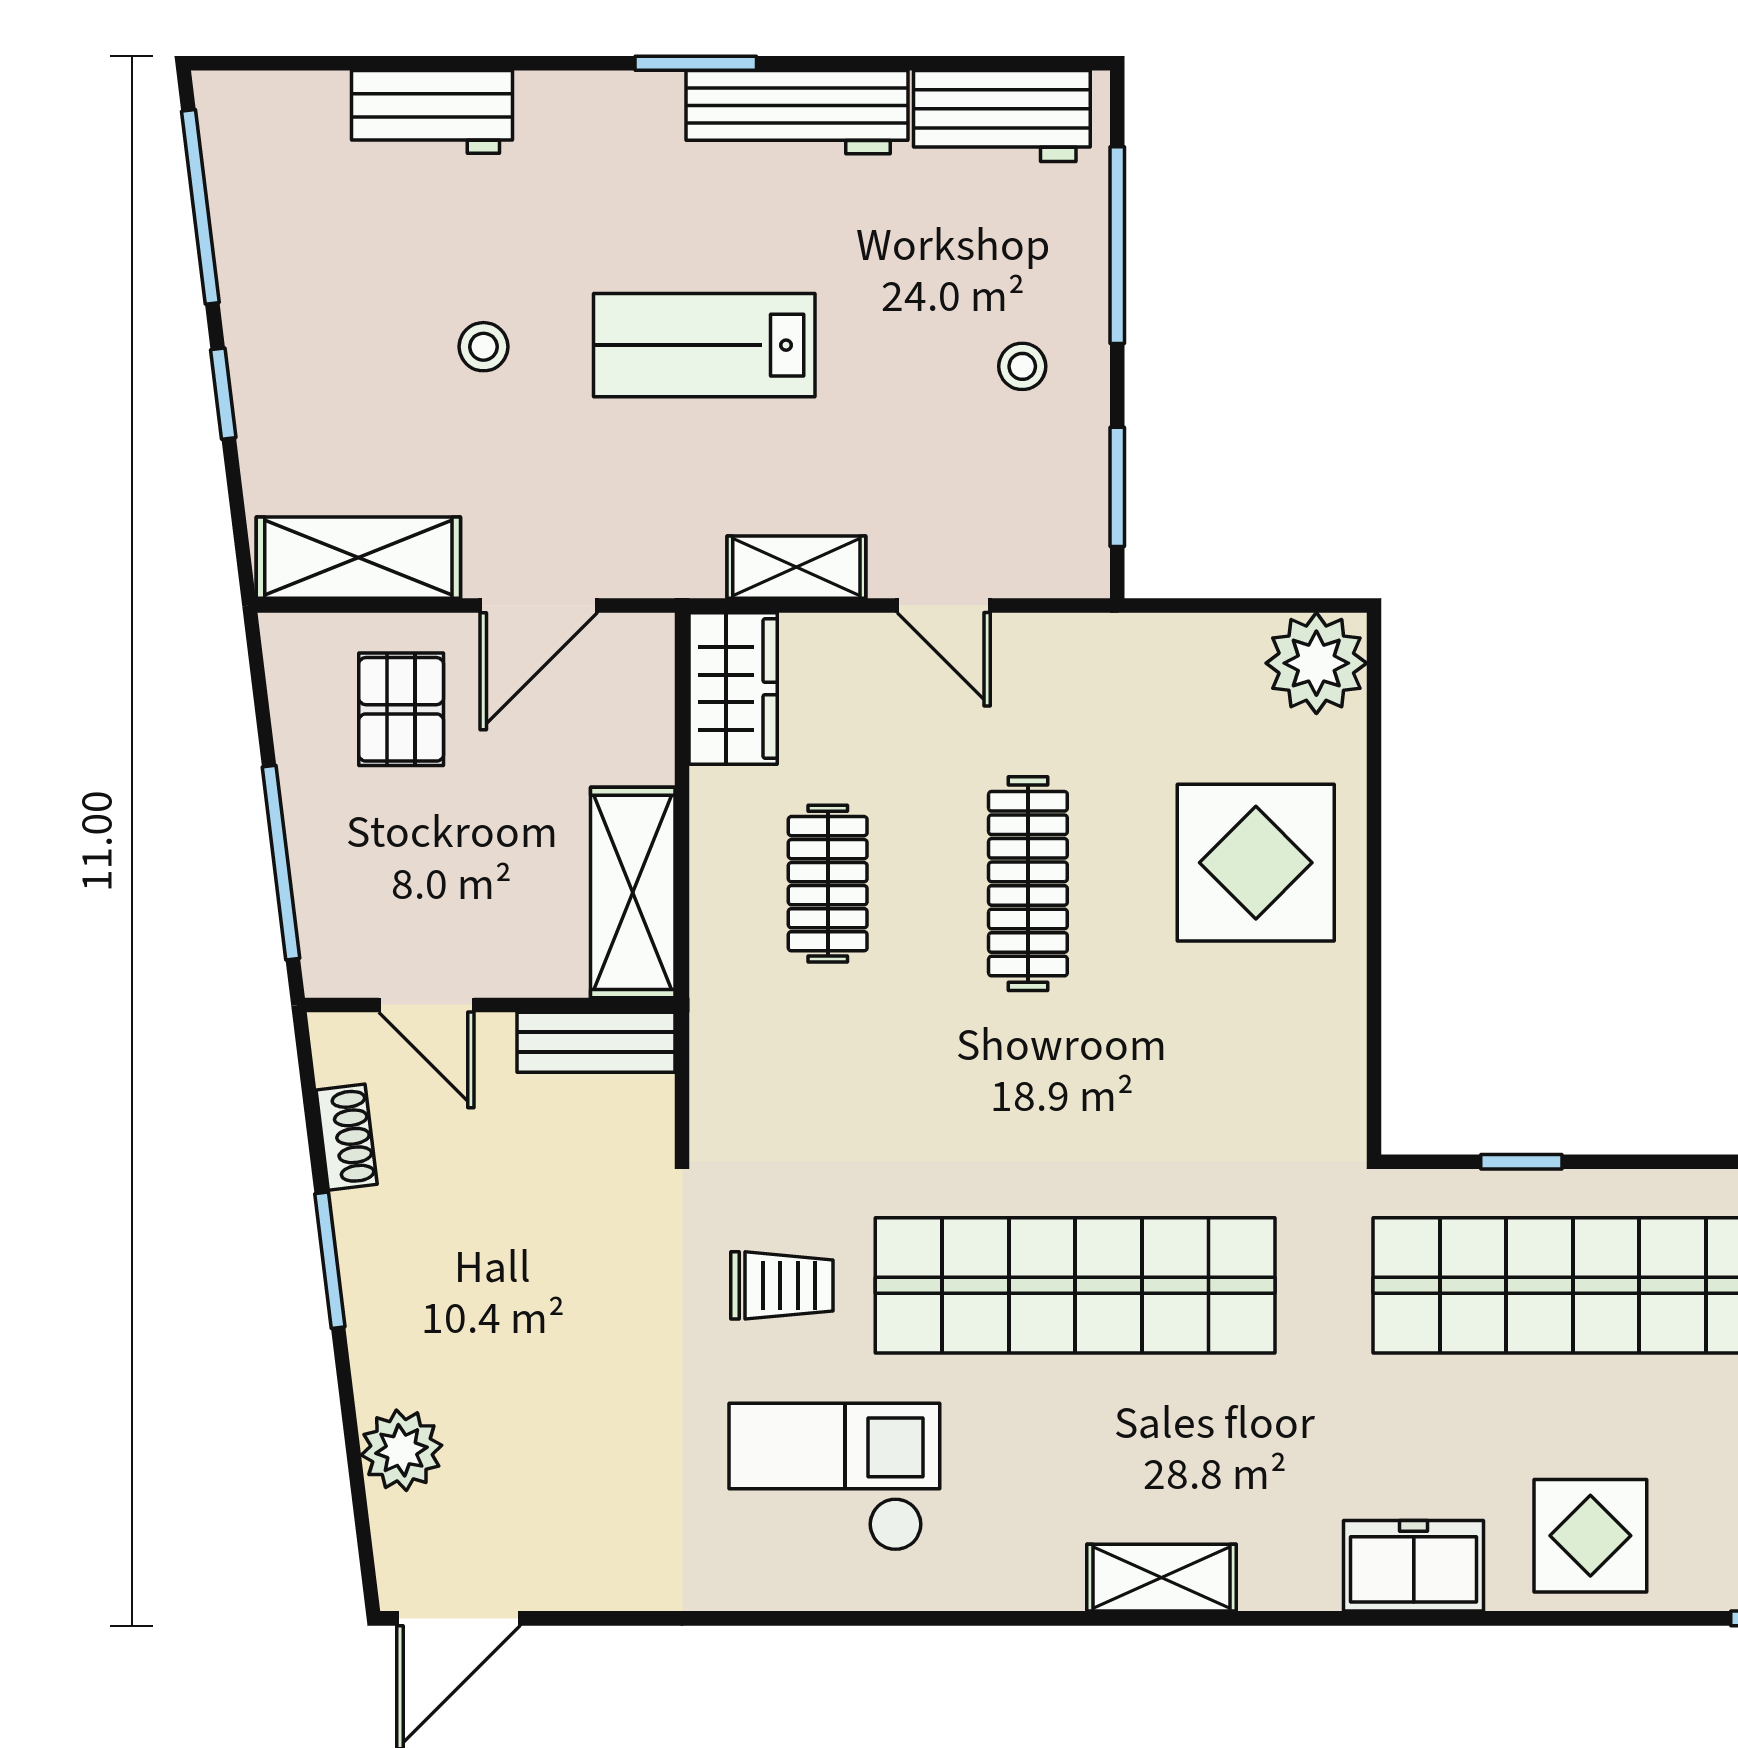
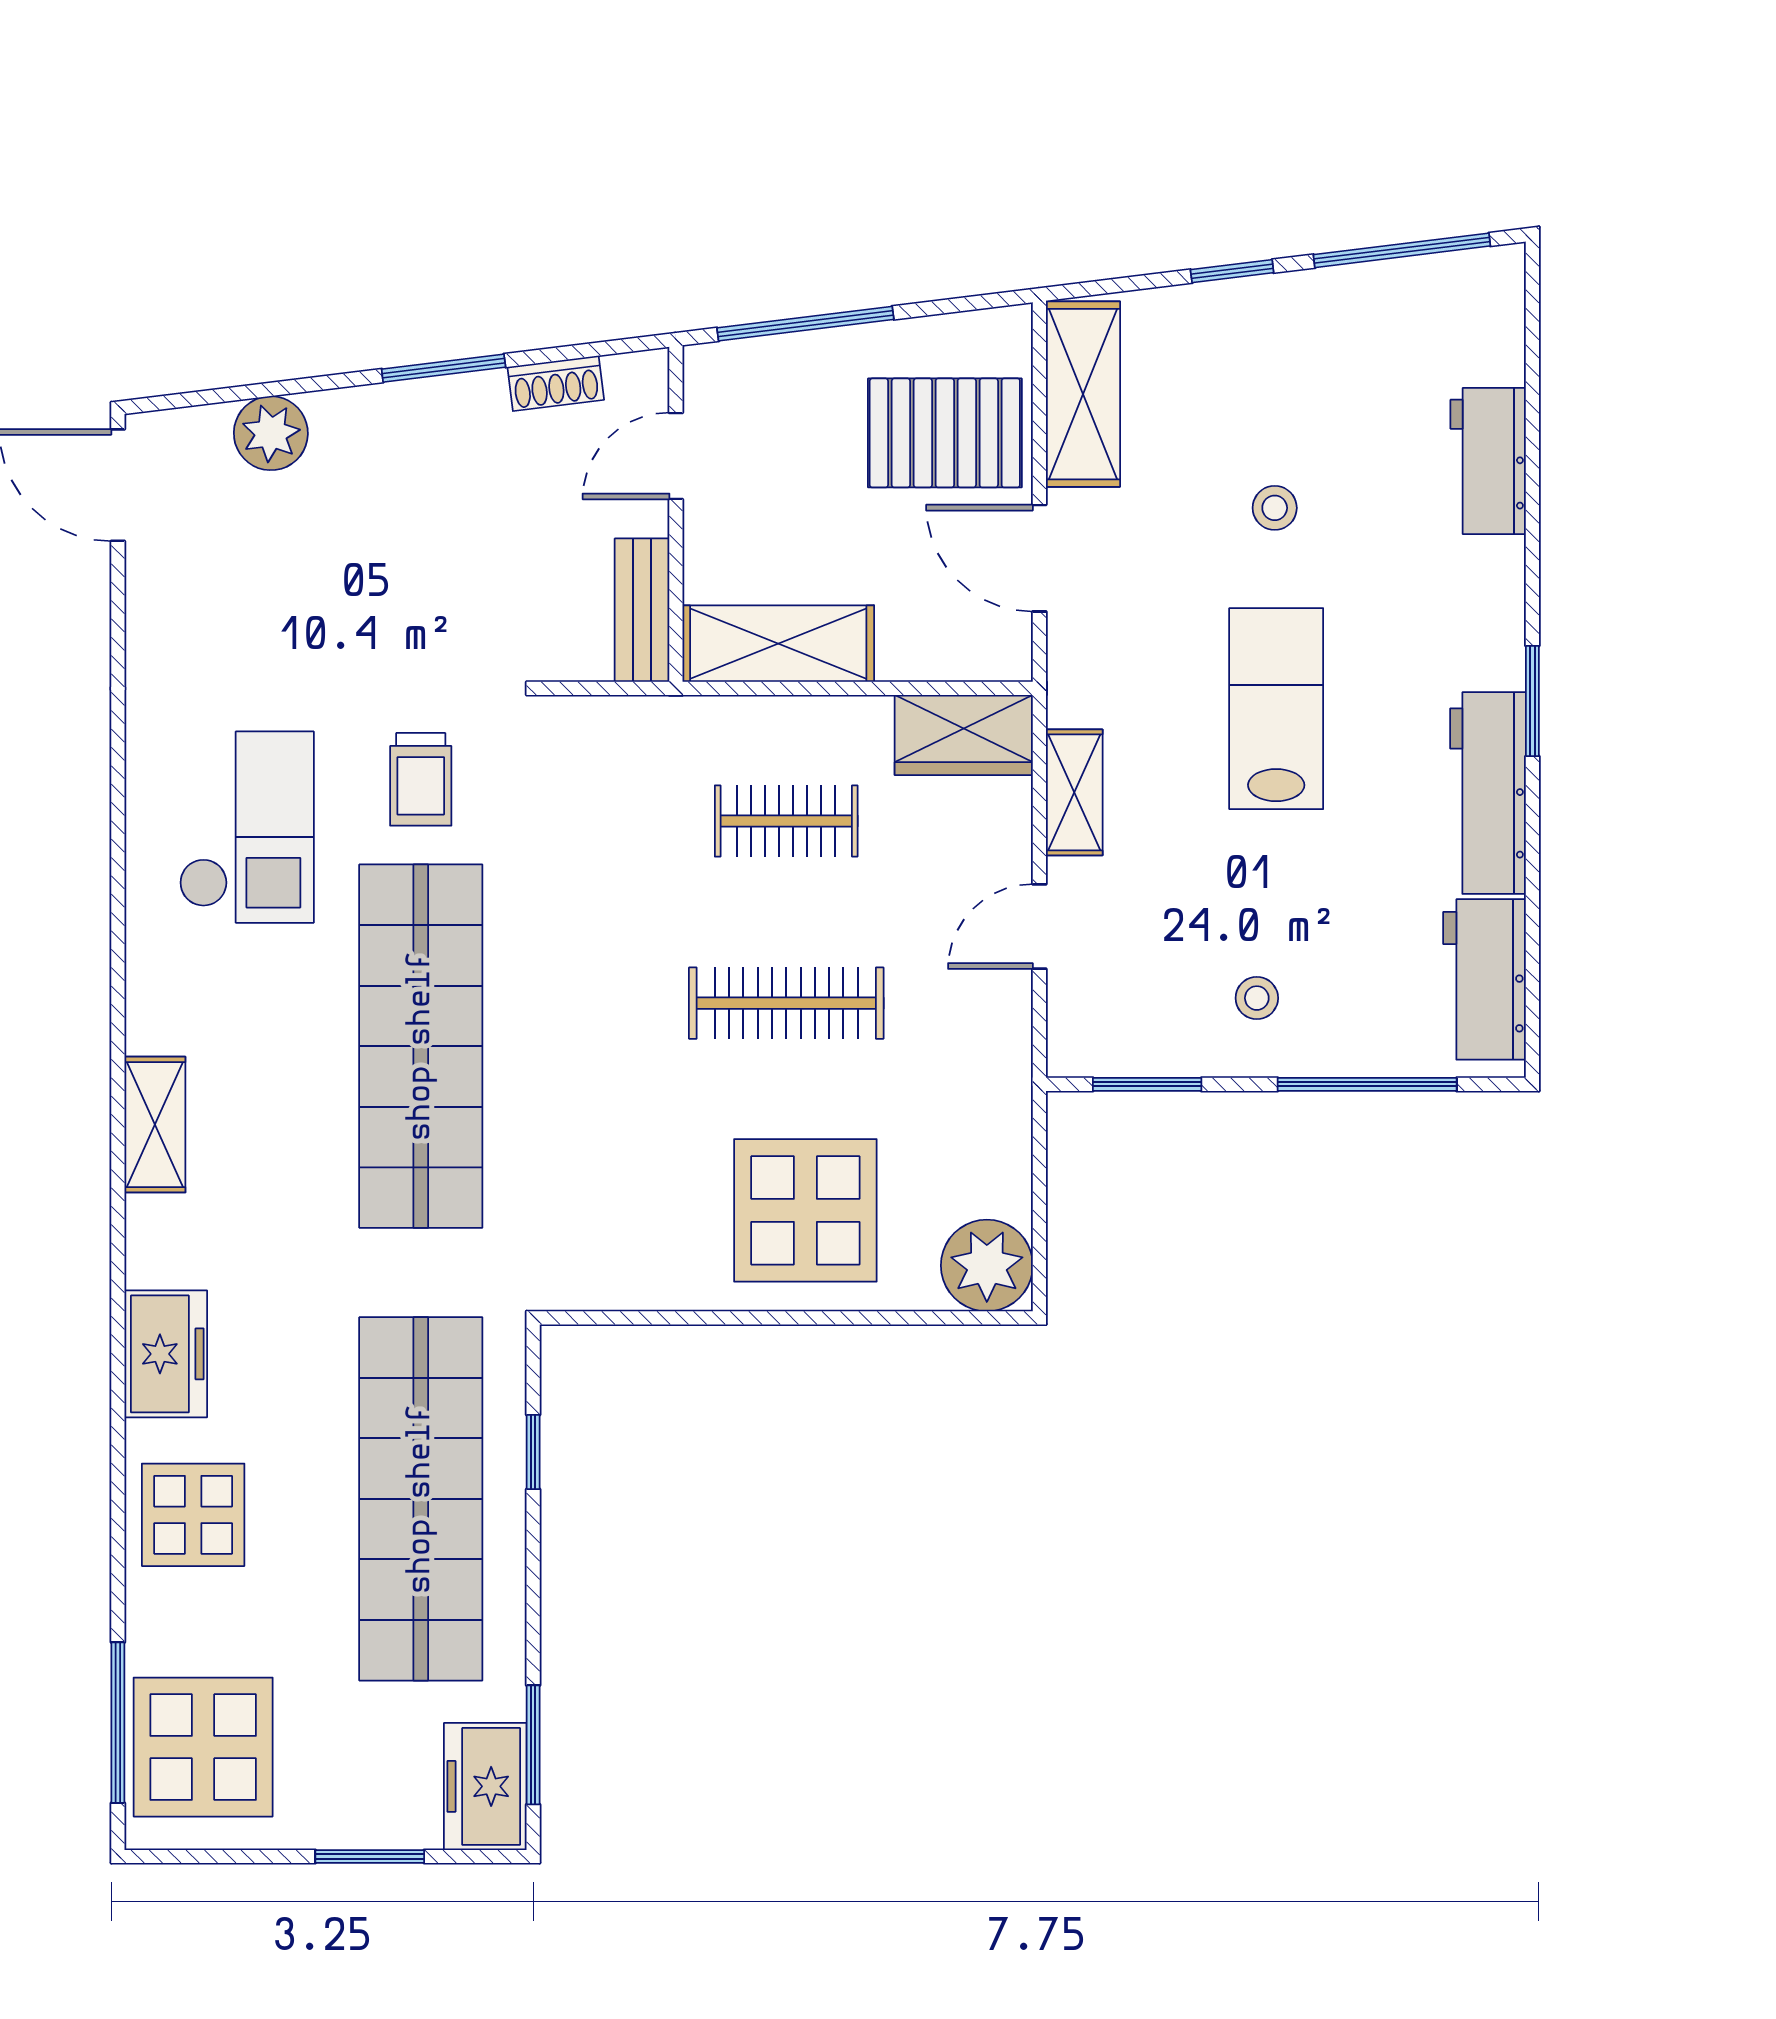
pallet: (401, 709) -> (945, 433), width x1.50, depth x1.42

